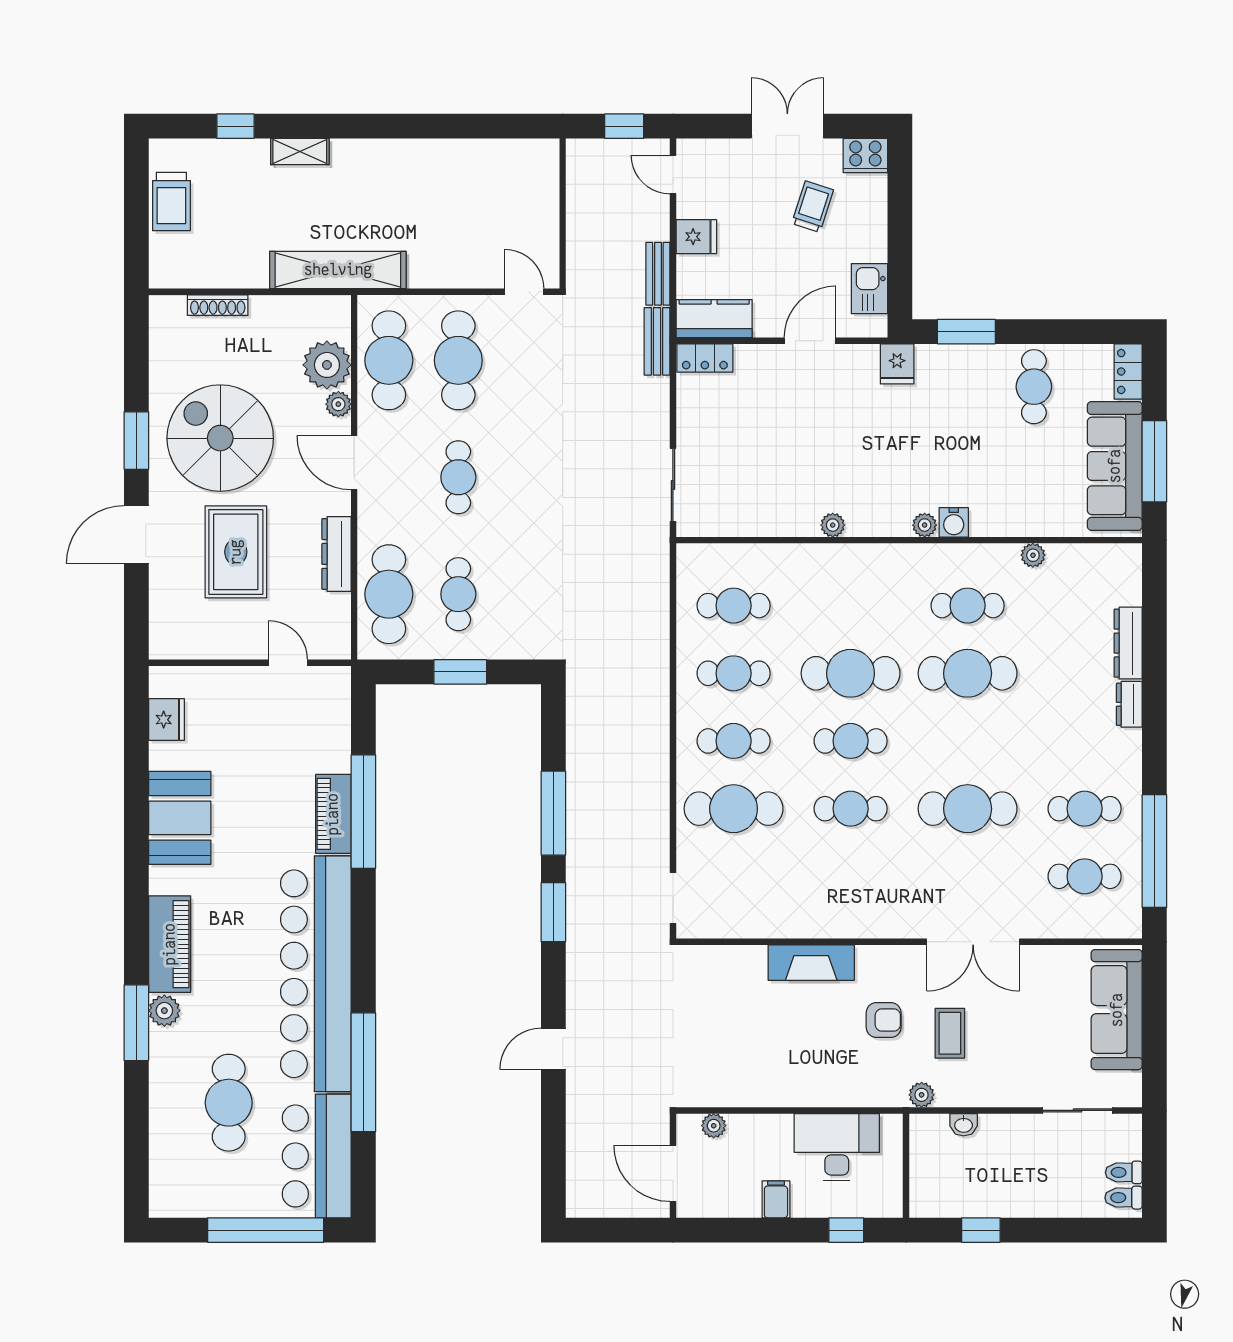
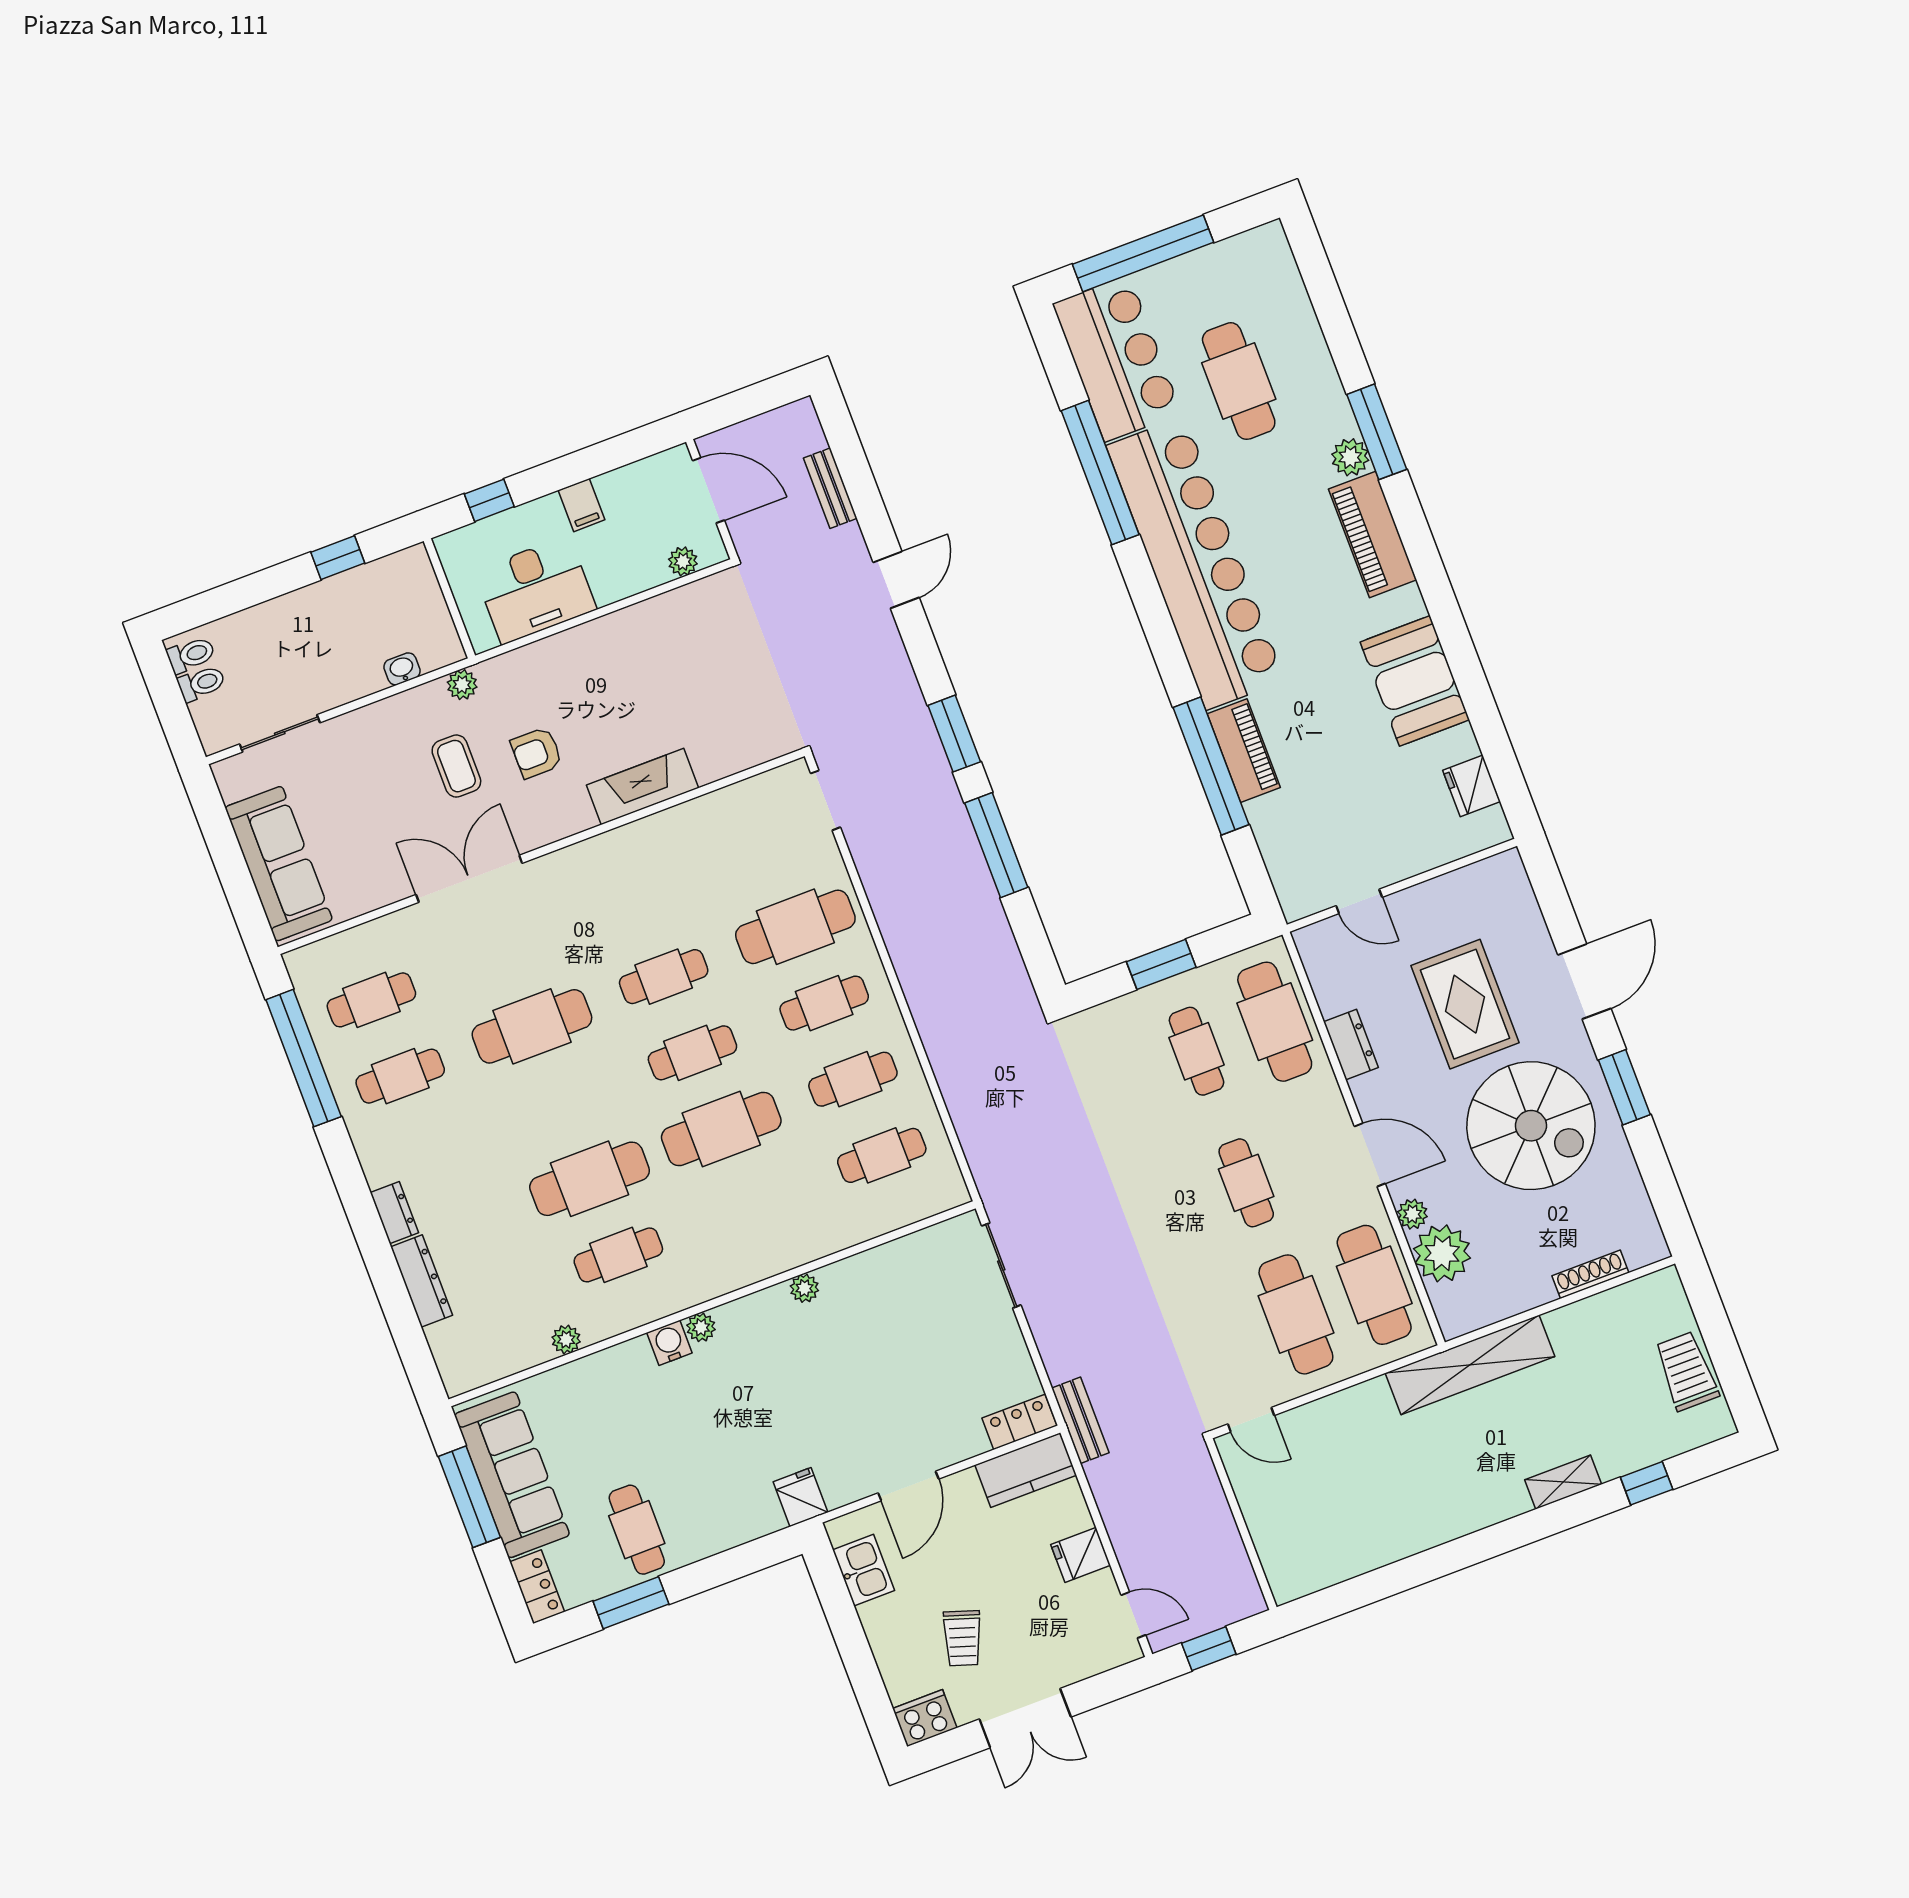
bench: (658, 274) -> (830, 488), moved
window: (966, 332) -> (631, 1603), moved
dresser: (336, 554) -> (1351, 1045), width x0.70

